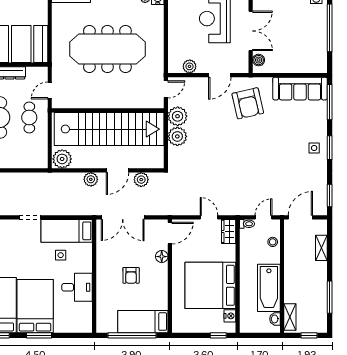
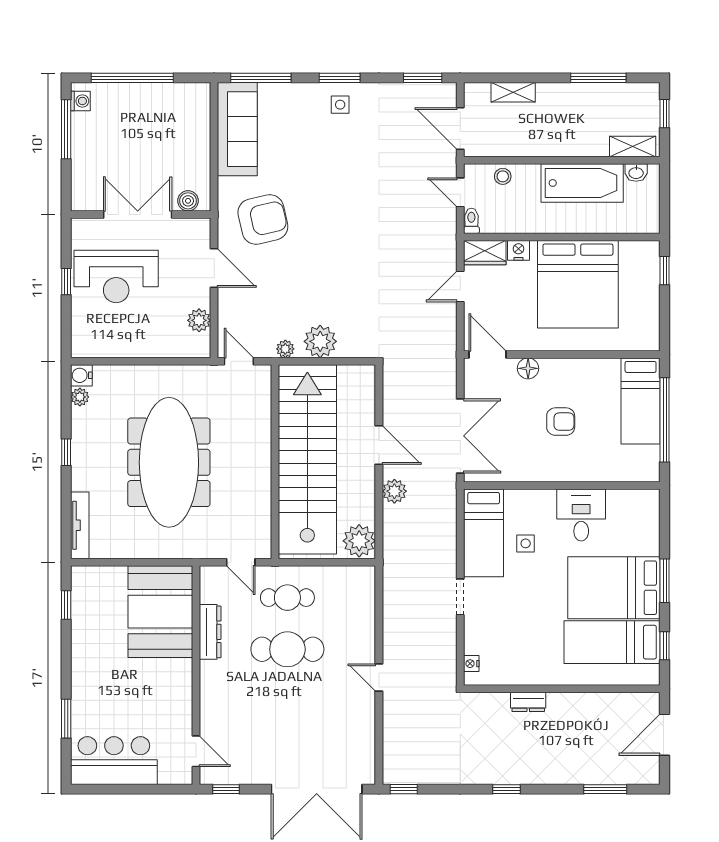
plant: (178, 116) -> (285, 349), width x0.53, depth x0.53
plant: (141, 180) -> (395, 404), removed
nightstand: (230, 316) -> (518, 250), moved

